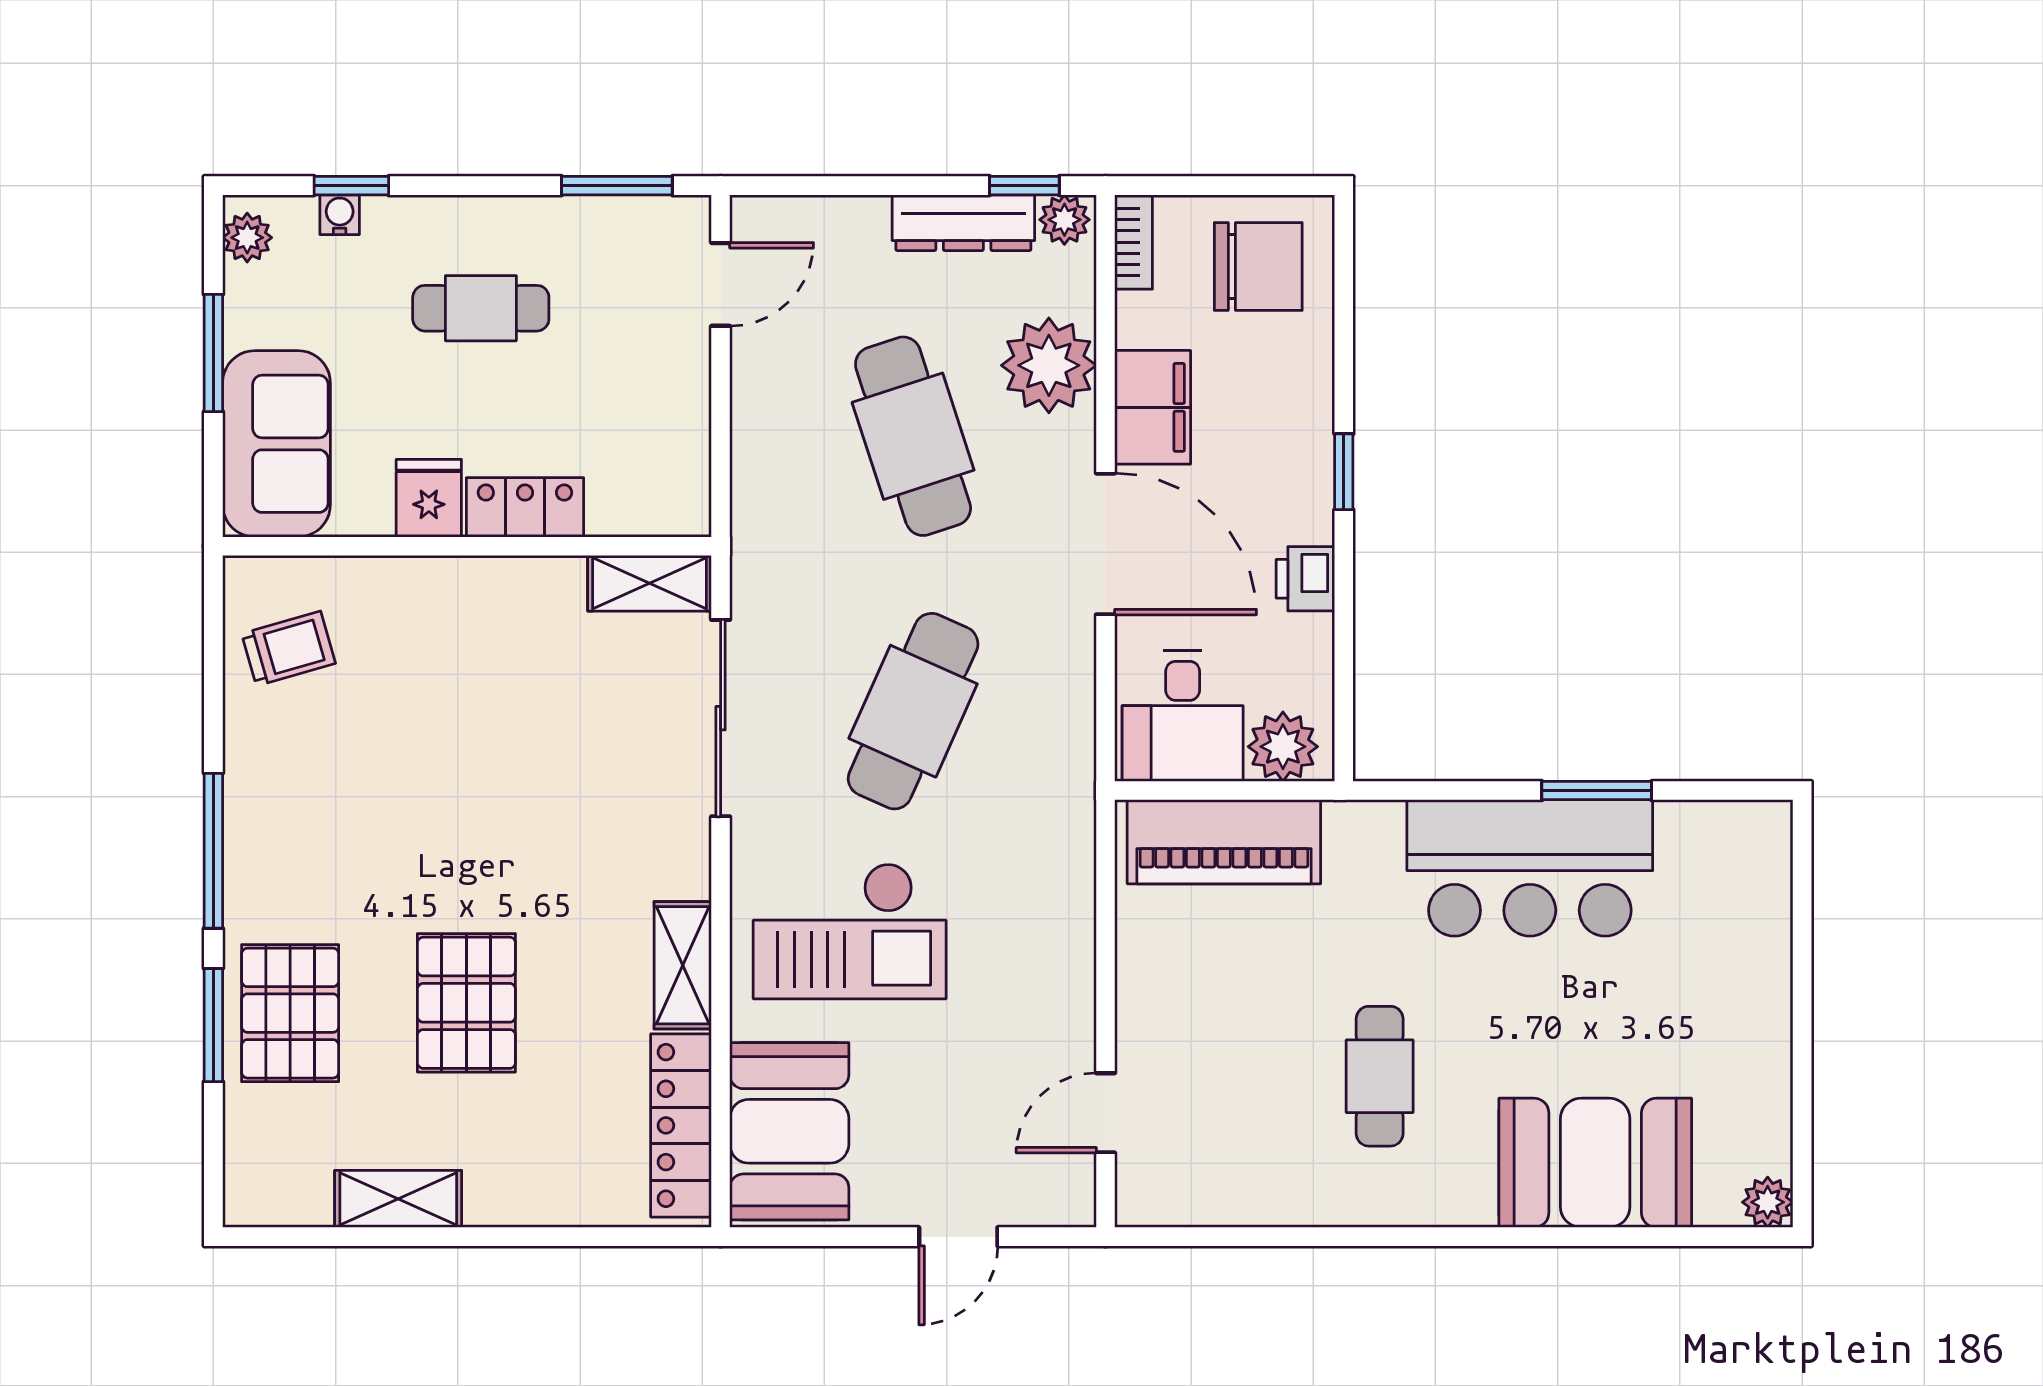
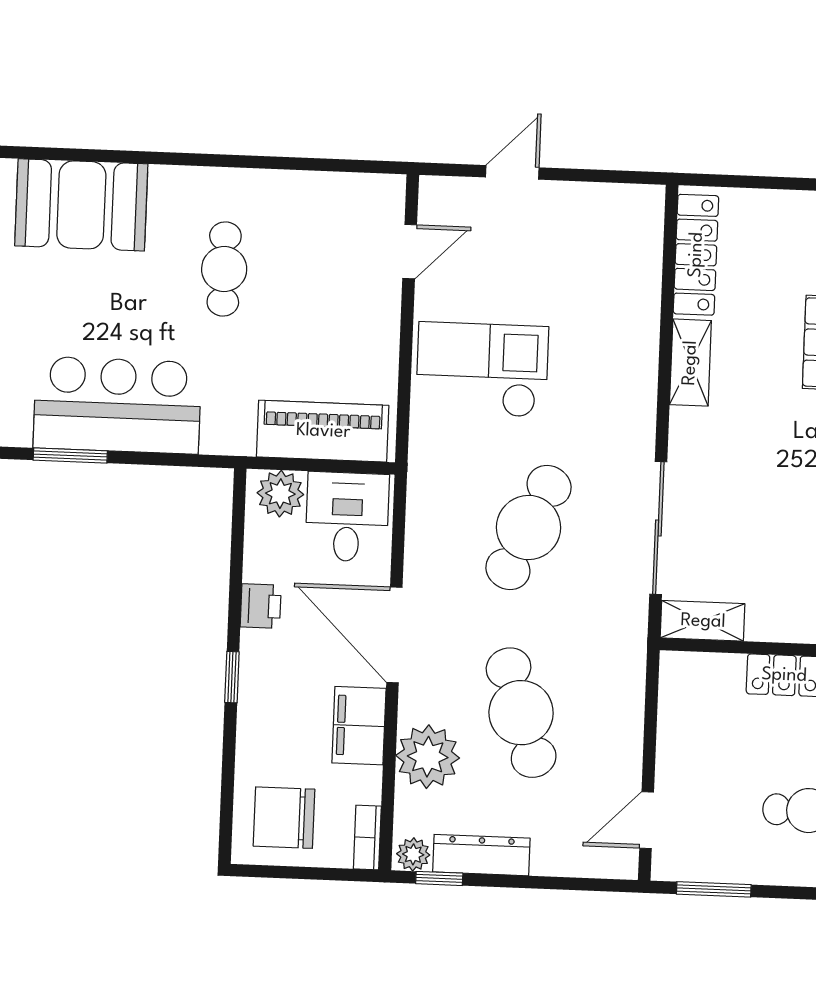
checkout: (850, 931) -> (482, 370), moved
booth: (789, 1131) -> (623, 248), removed

